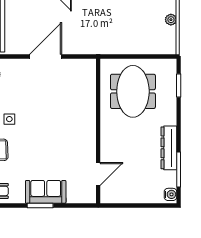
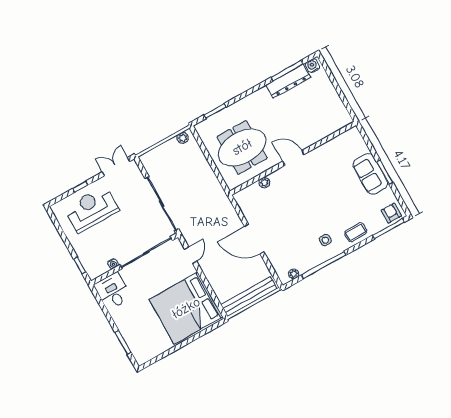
plant: (171, 20) -> (183, 138), moved
plant: (91, 94) -> (264, 183), added
dresser: (169, 148) -> (288, 81), moved
door: (98, 174) -> (293, 158), moved

